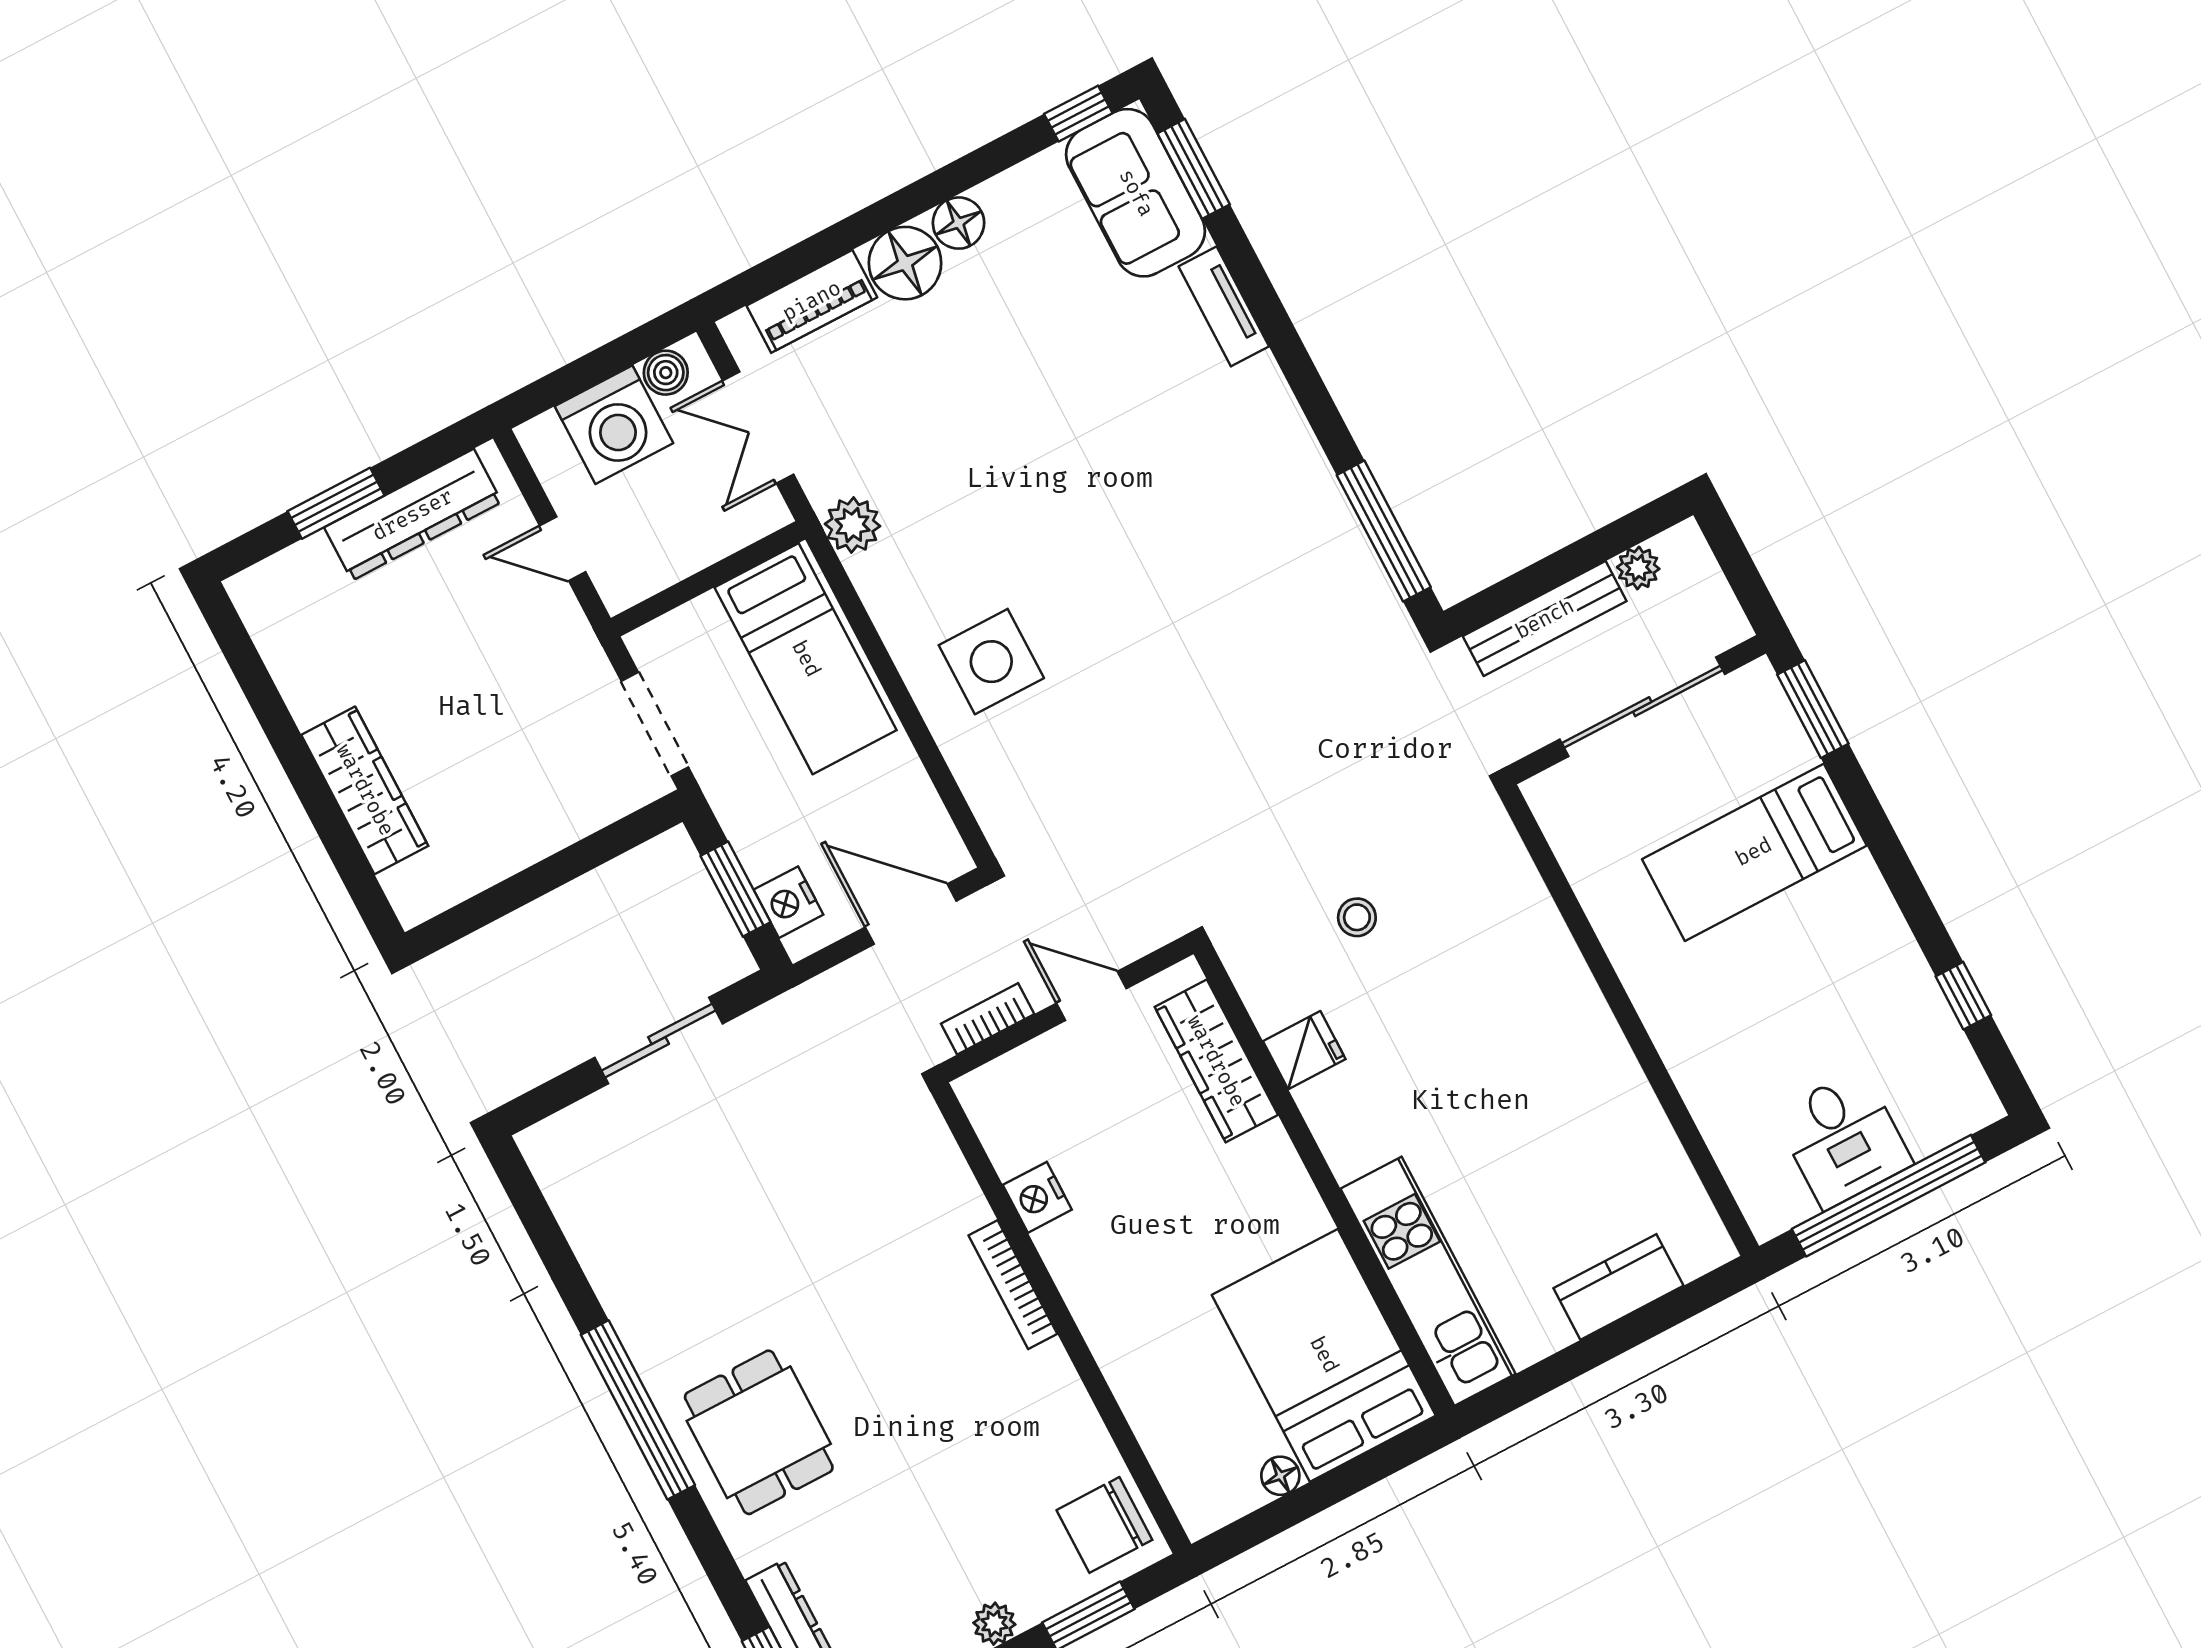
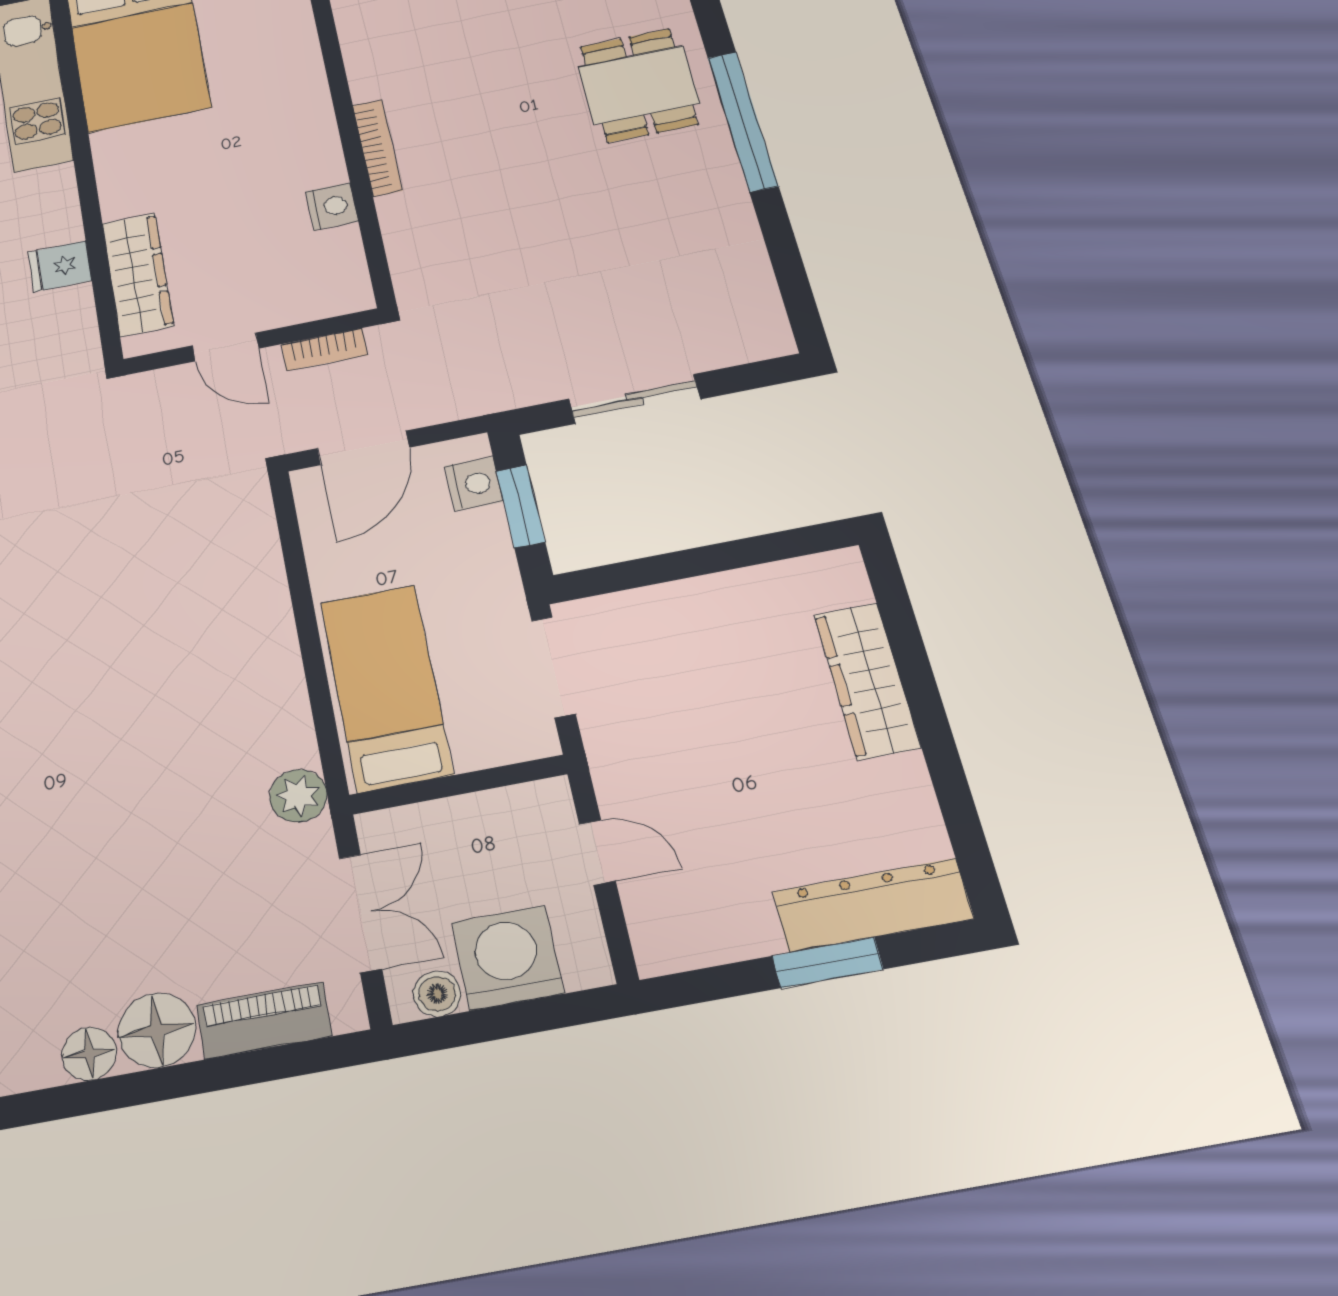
dresser: (413, 515) -> (873, 905), moved
side table: (991, 662) -> (210, 640), removed
door: (911, 914) -> (363, 448), hinge flipped

